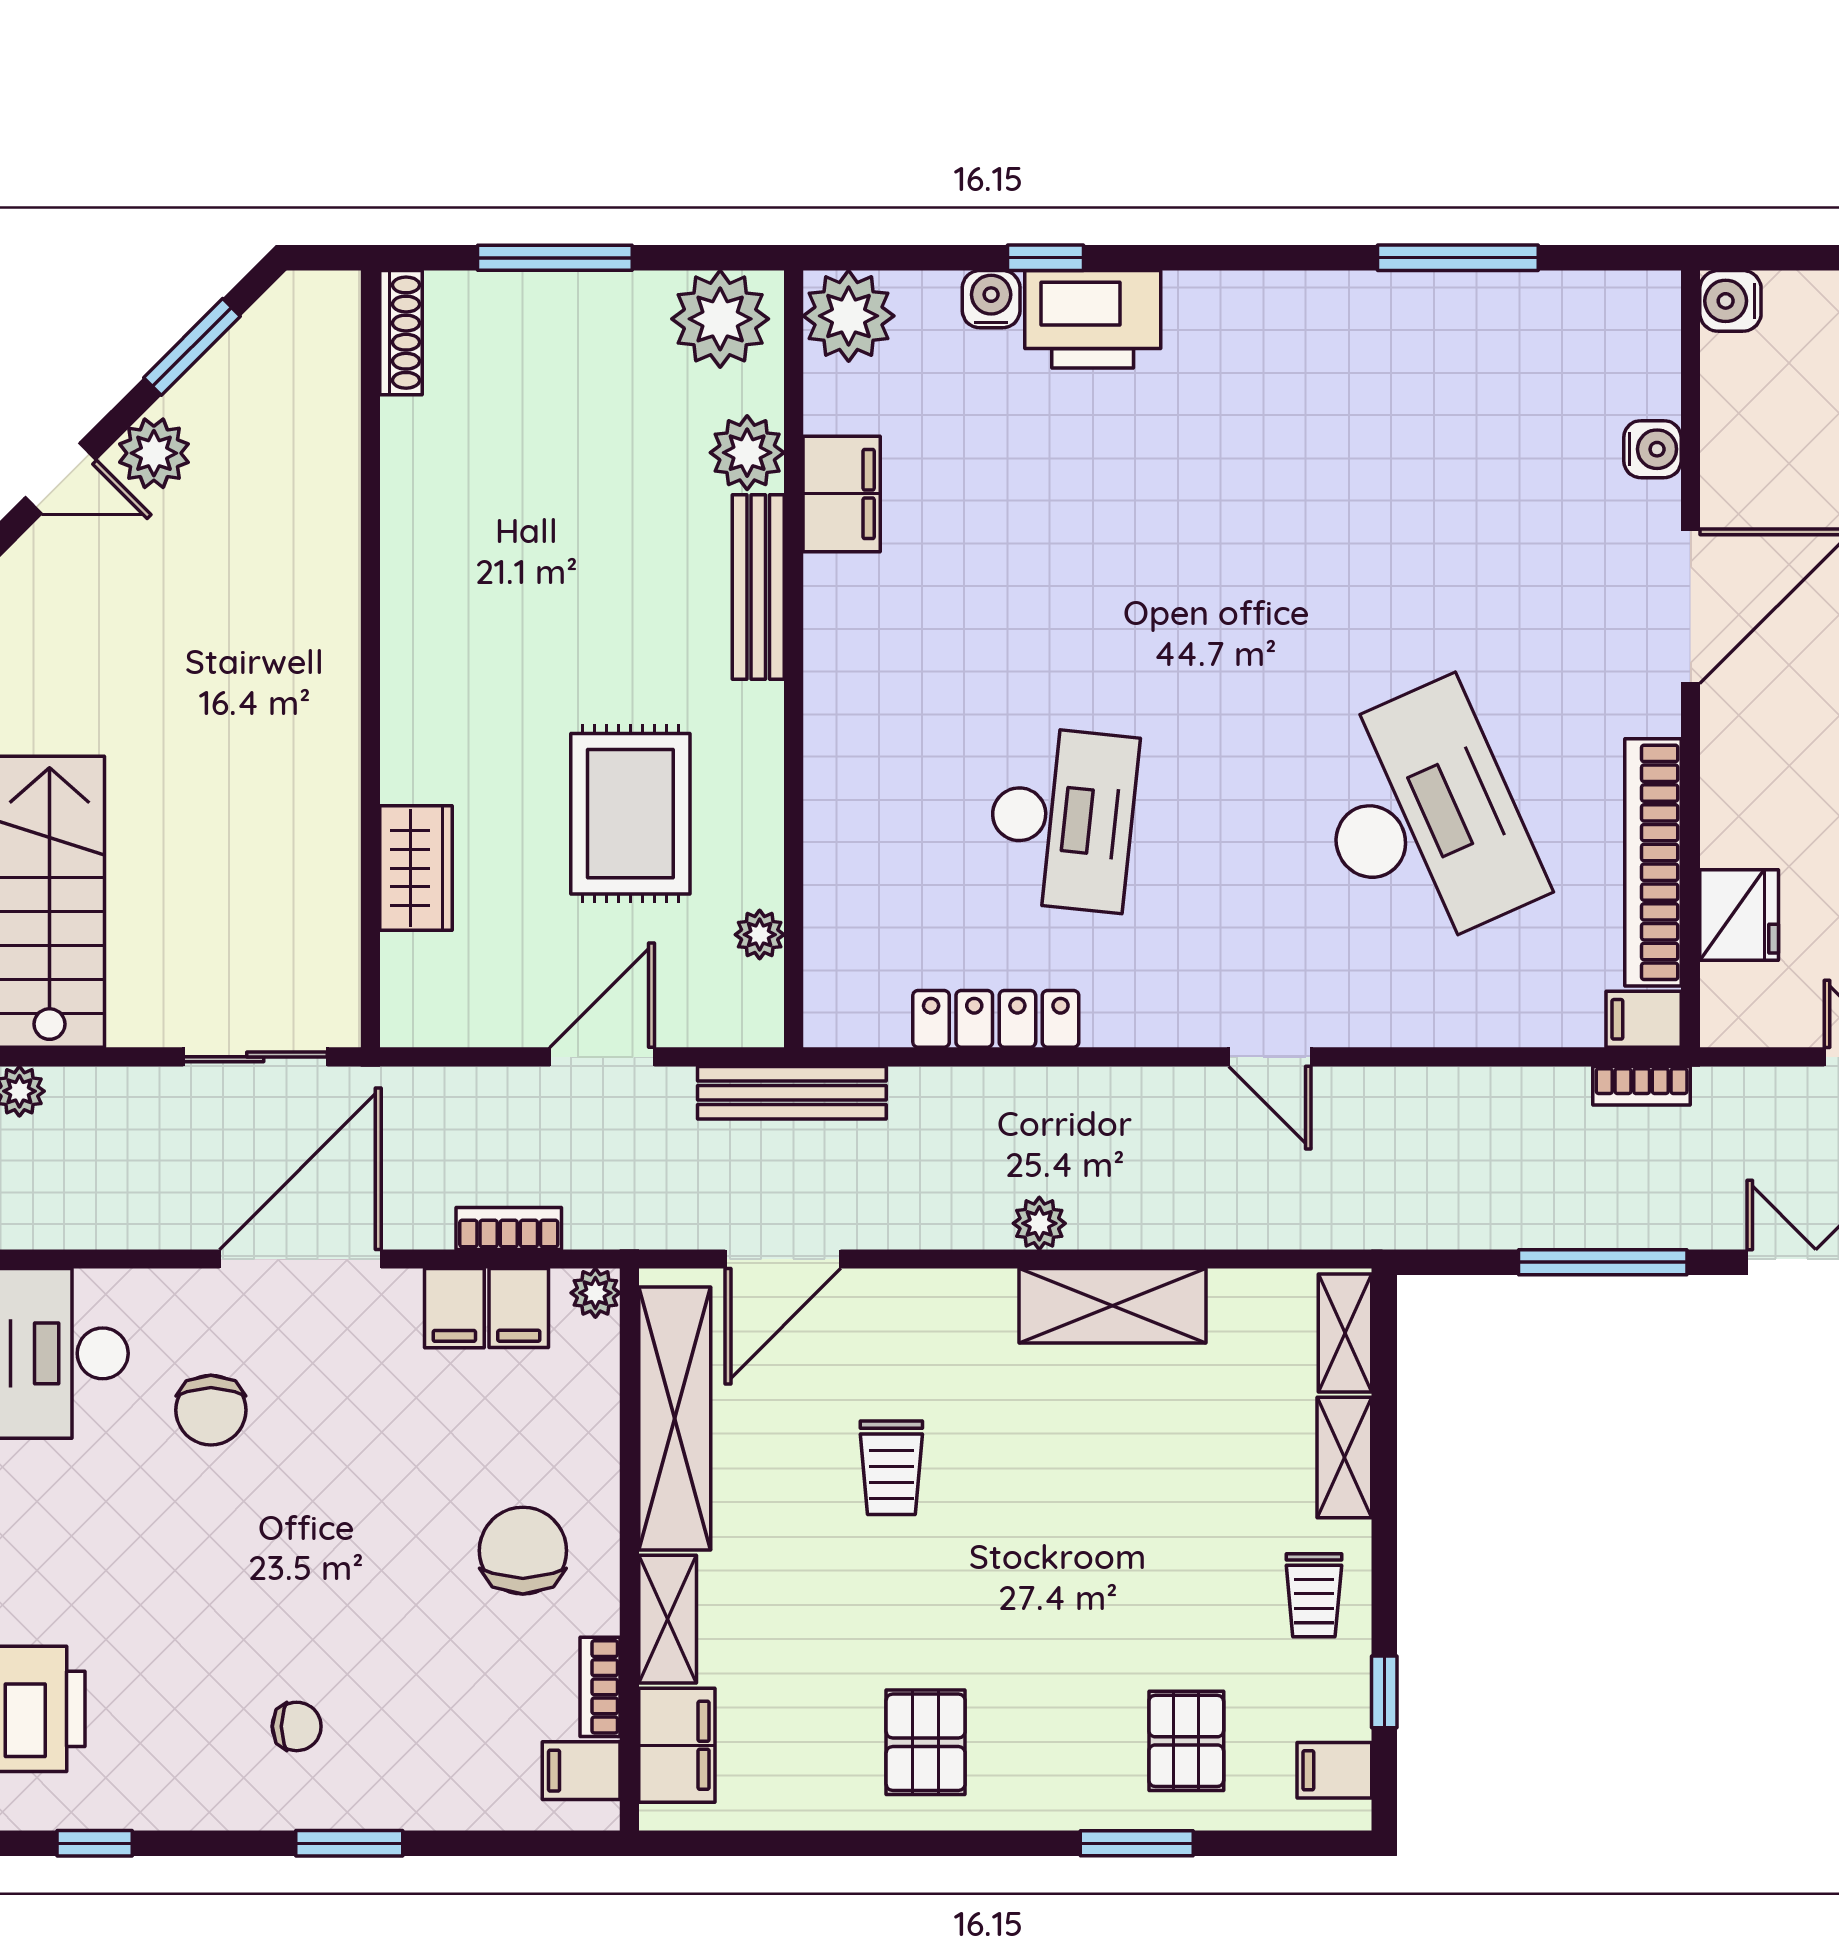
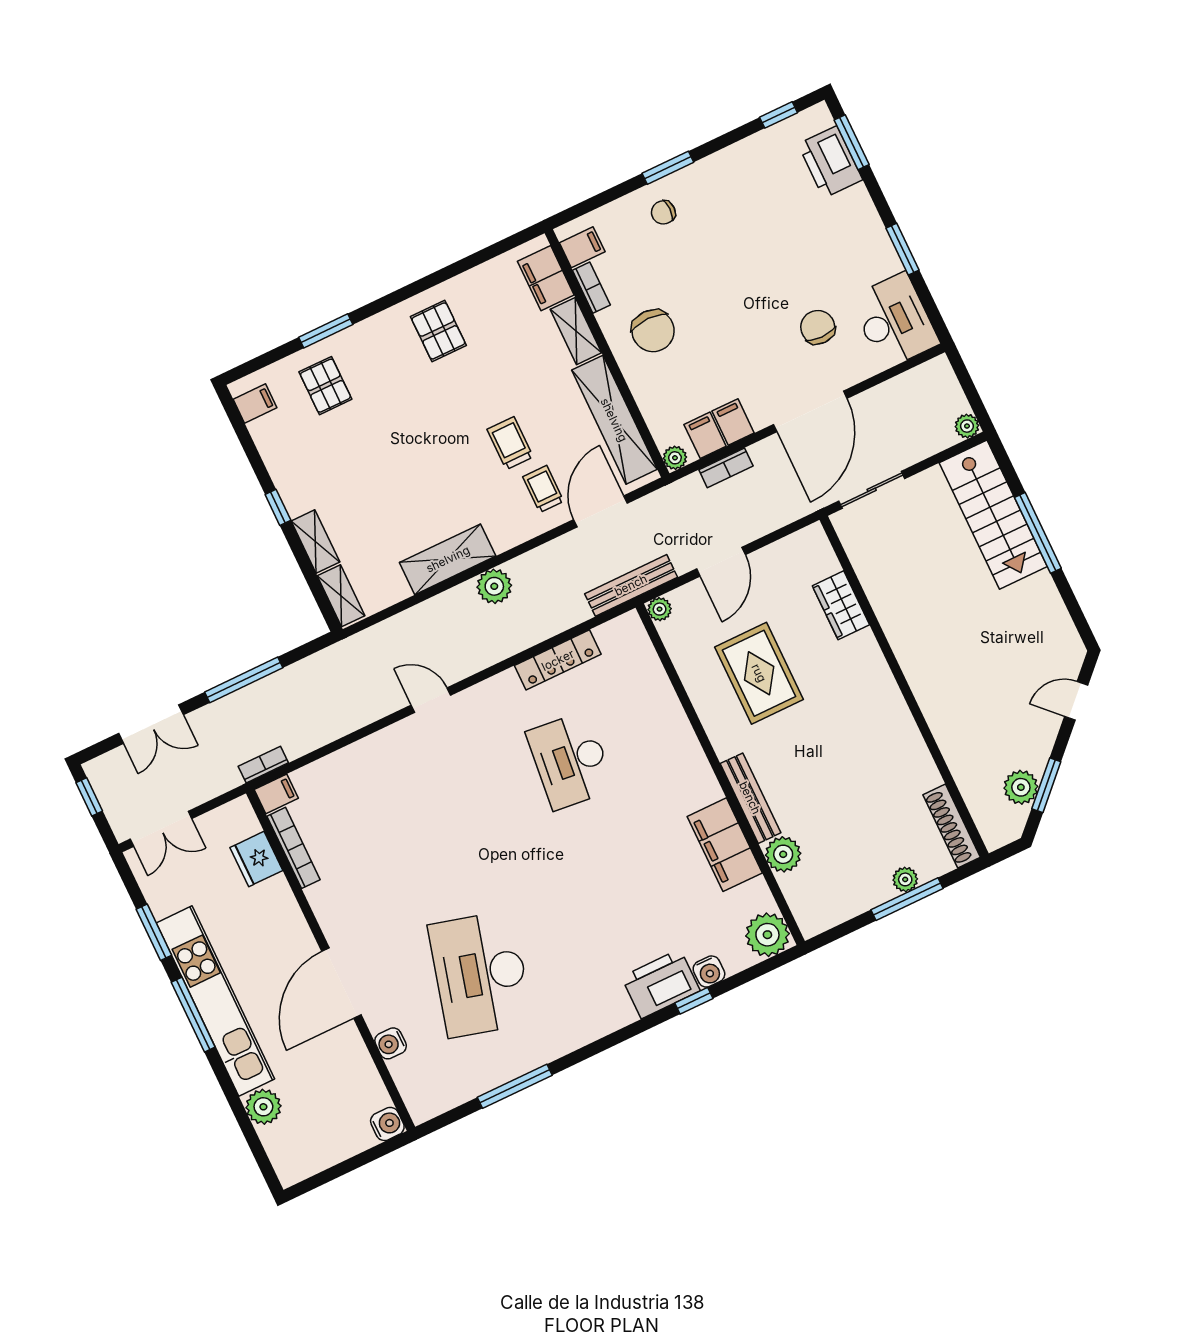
plant: (720, 319) -> (905, 879), moved, width x0.53, depth x0.53
shoe rack: (401, 333) -> (952, 826), width x1.36, depth x1.24
plant: (154, 453) -> (1021, 787), moved
filing cabinet: (842, 494) -> (725, 845), width x1.50, depth x1.17
desk: (1422, 819) -> (480, 974), moved, turned 39
bookcase: (1653, 862) -> (293, 848), width x0.68, depth x0.76
plant: (760, 935) -> (660, 609), moved
plant: (1039, 1223) -> (494, 586), width x1.38, depth x1.38
trolley: (1314, 1595) -> (543, 489), moved
window: (1384, 1692) -> (278, 507), moved
chair: (297, 1726) -> (663, 212), moved

